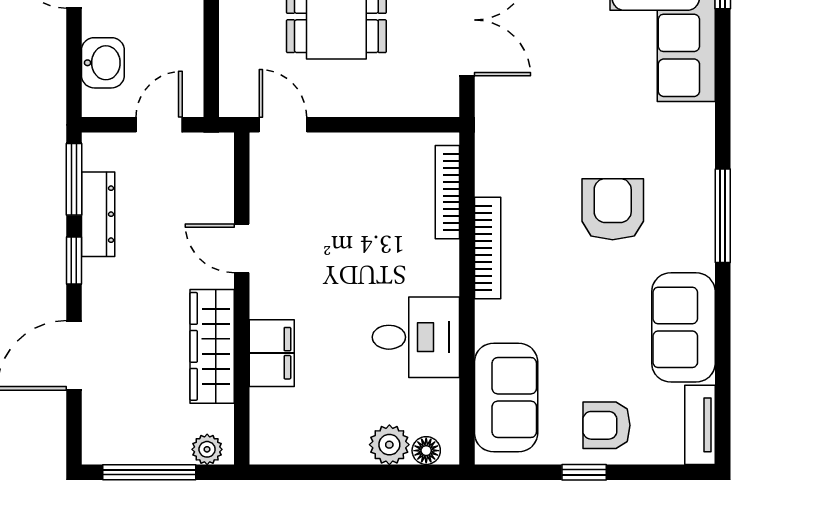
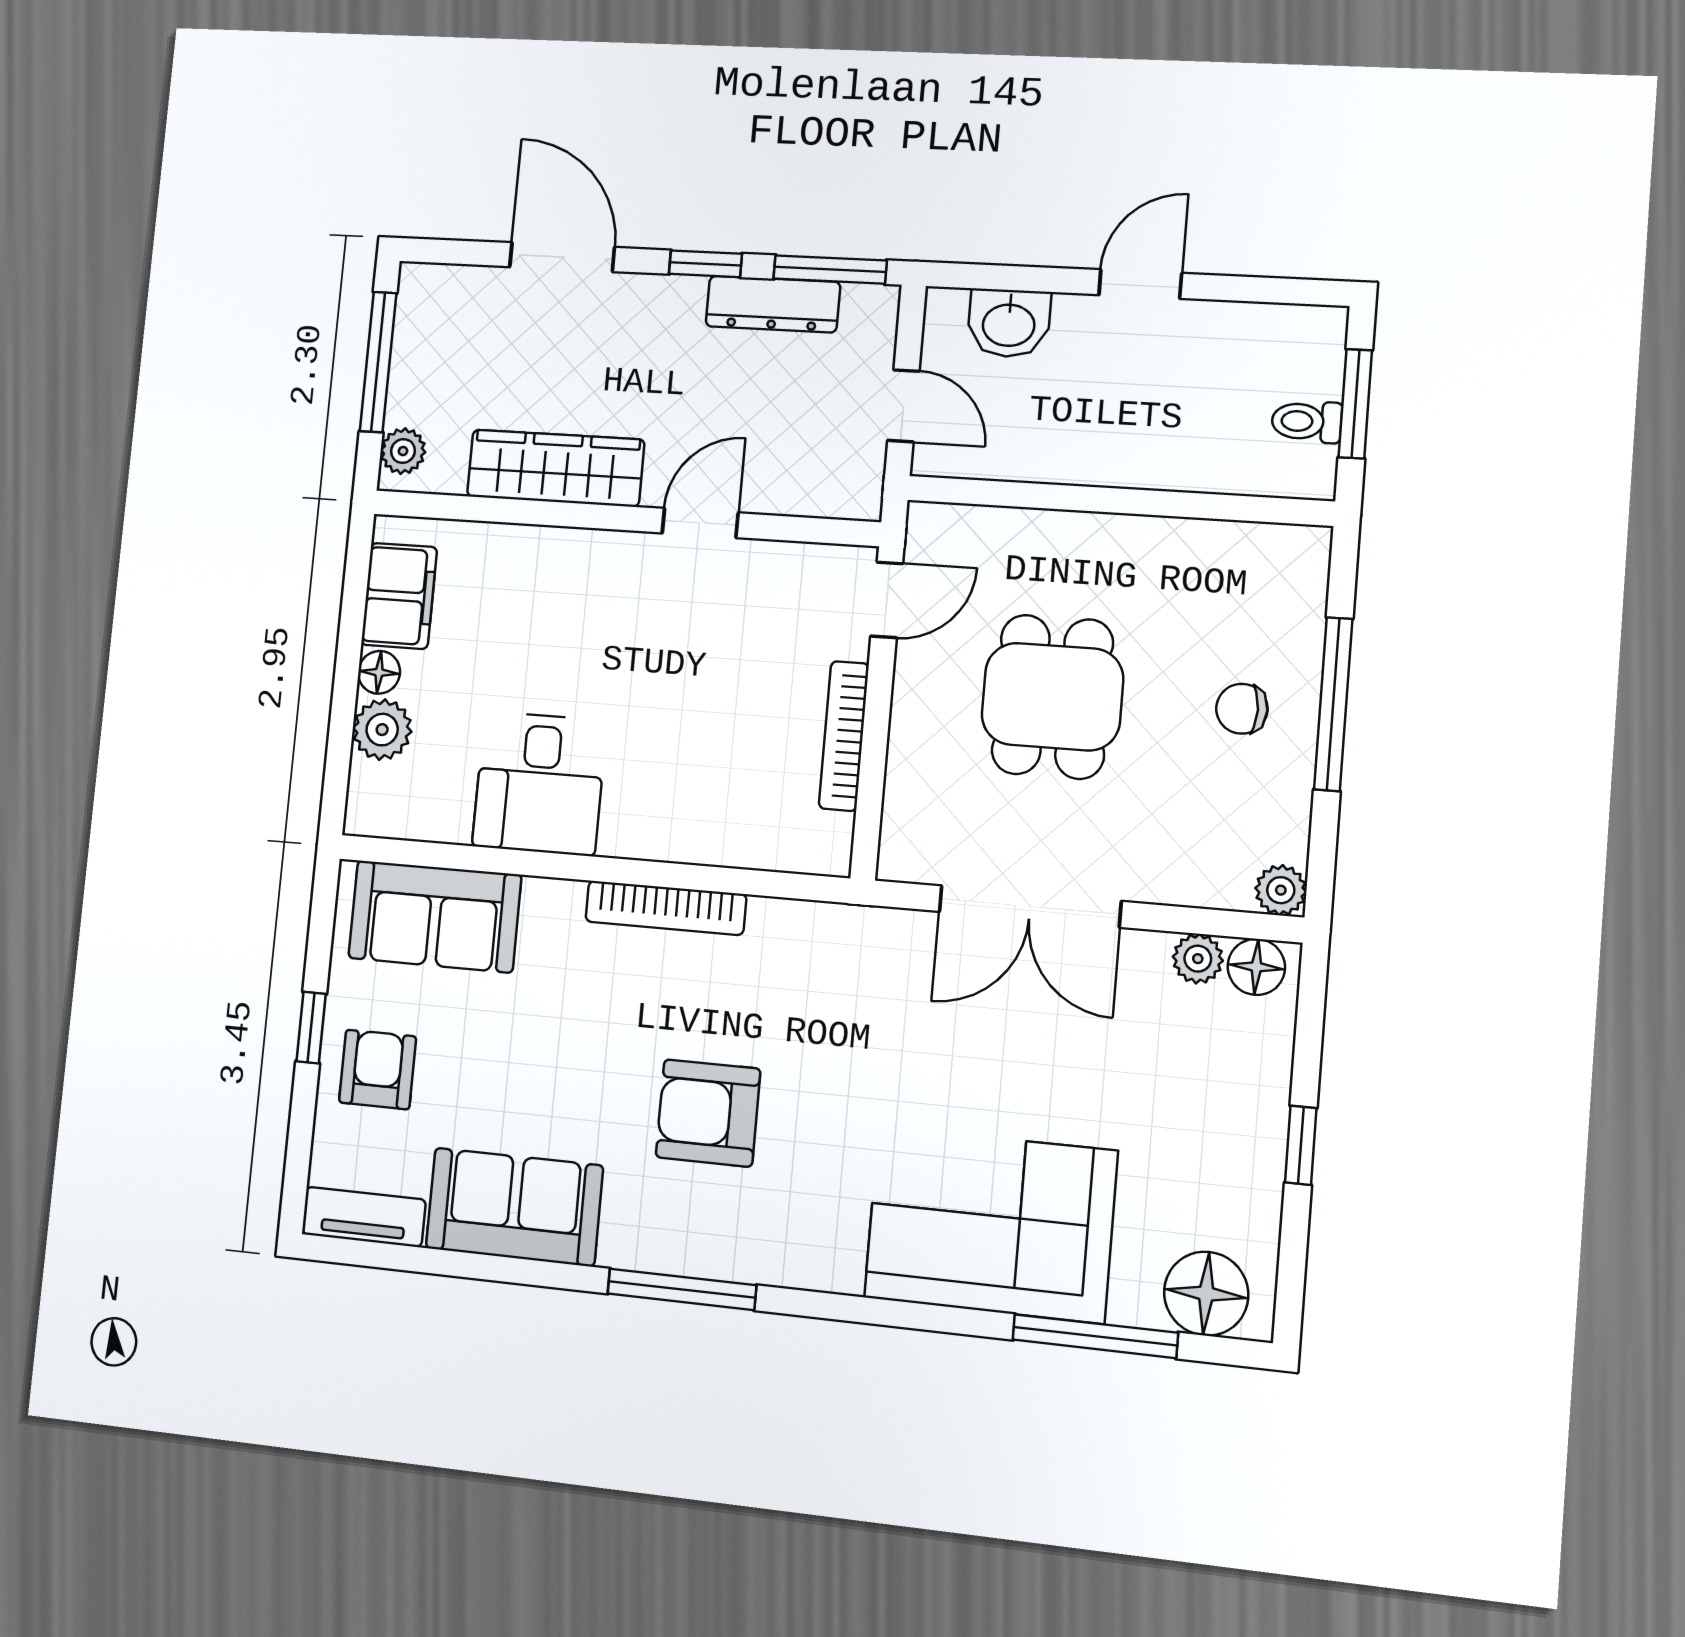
bookcase: (447, 192) -> (844, 736), moved, turned -90
armchair: (613, 209) -> (708, 1113), turned 180
filing cabinet: (272, 353) -> (399, 596), moved, turned -90
floor lamp: (426, 451) -> (379, 672), moved

